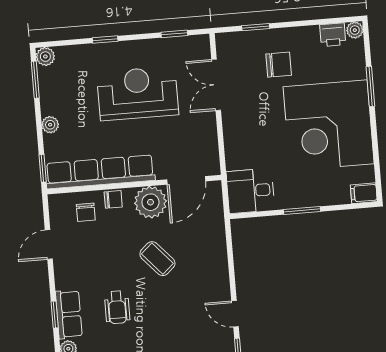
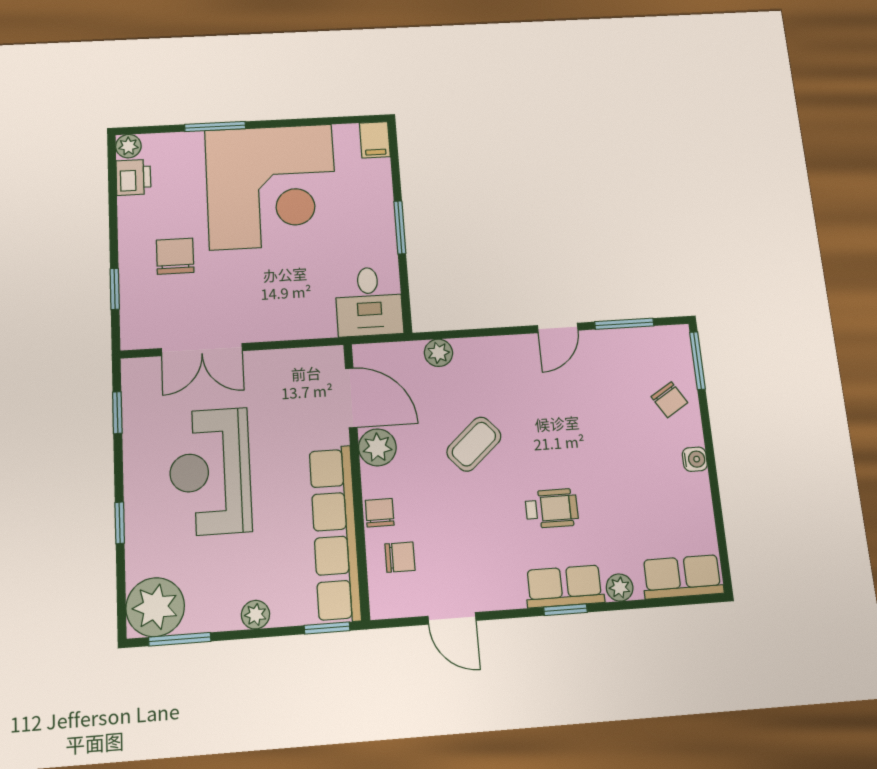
plant: (45, 57) -> (155, 607), width x1.87, depth x1.87
plant: (150, 202) -> (377, 447), width x0.73, depth x0.73
plant: (217, 236) -> (438, 353), added

